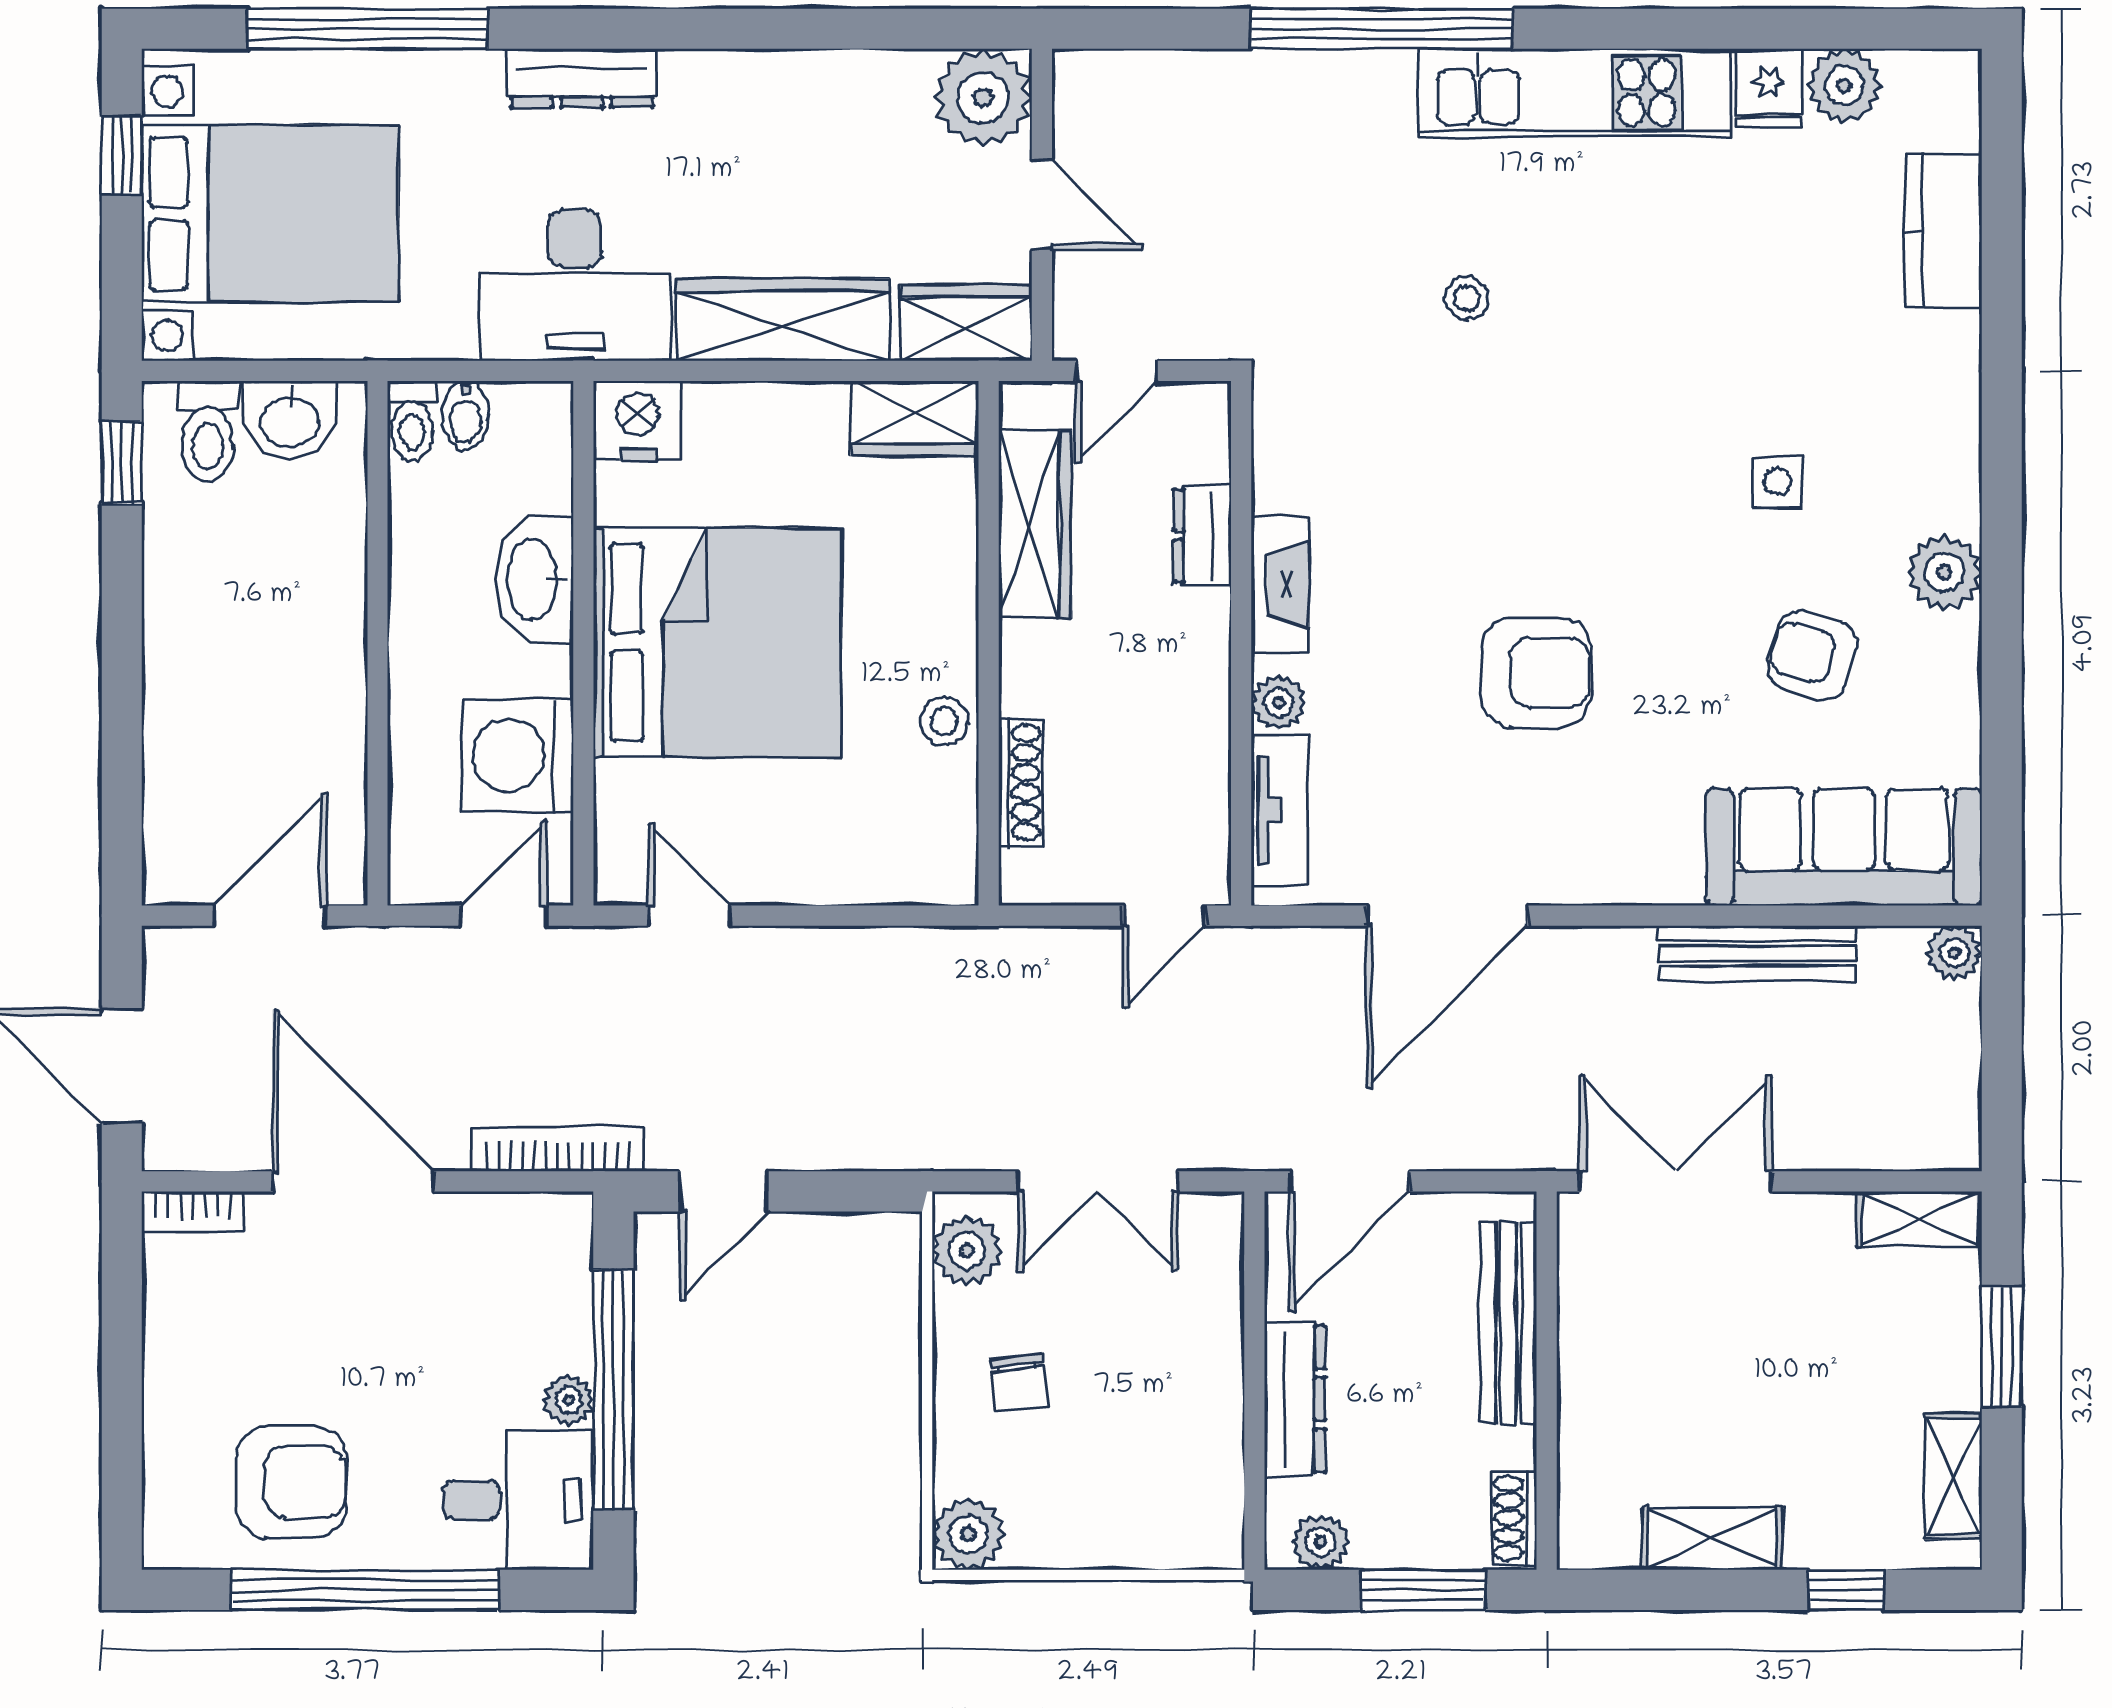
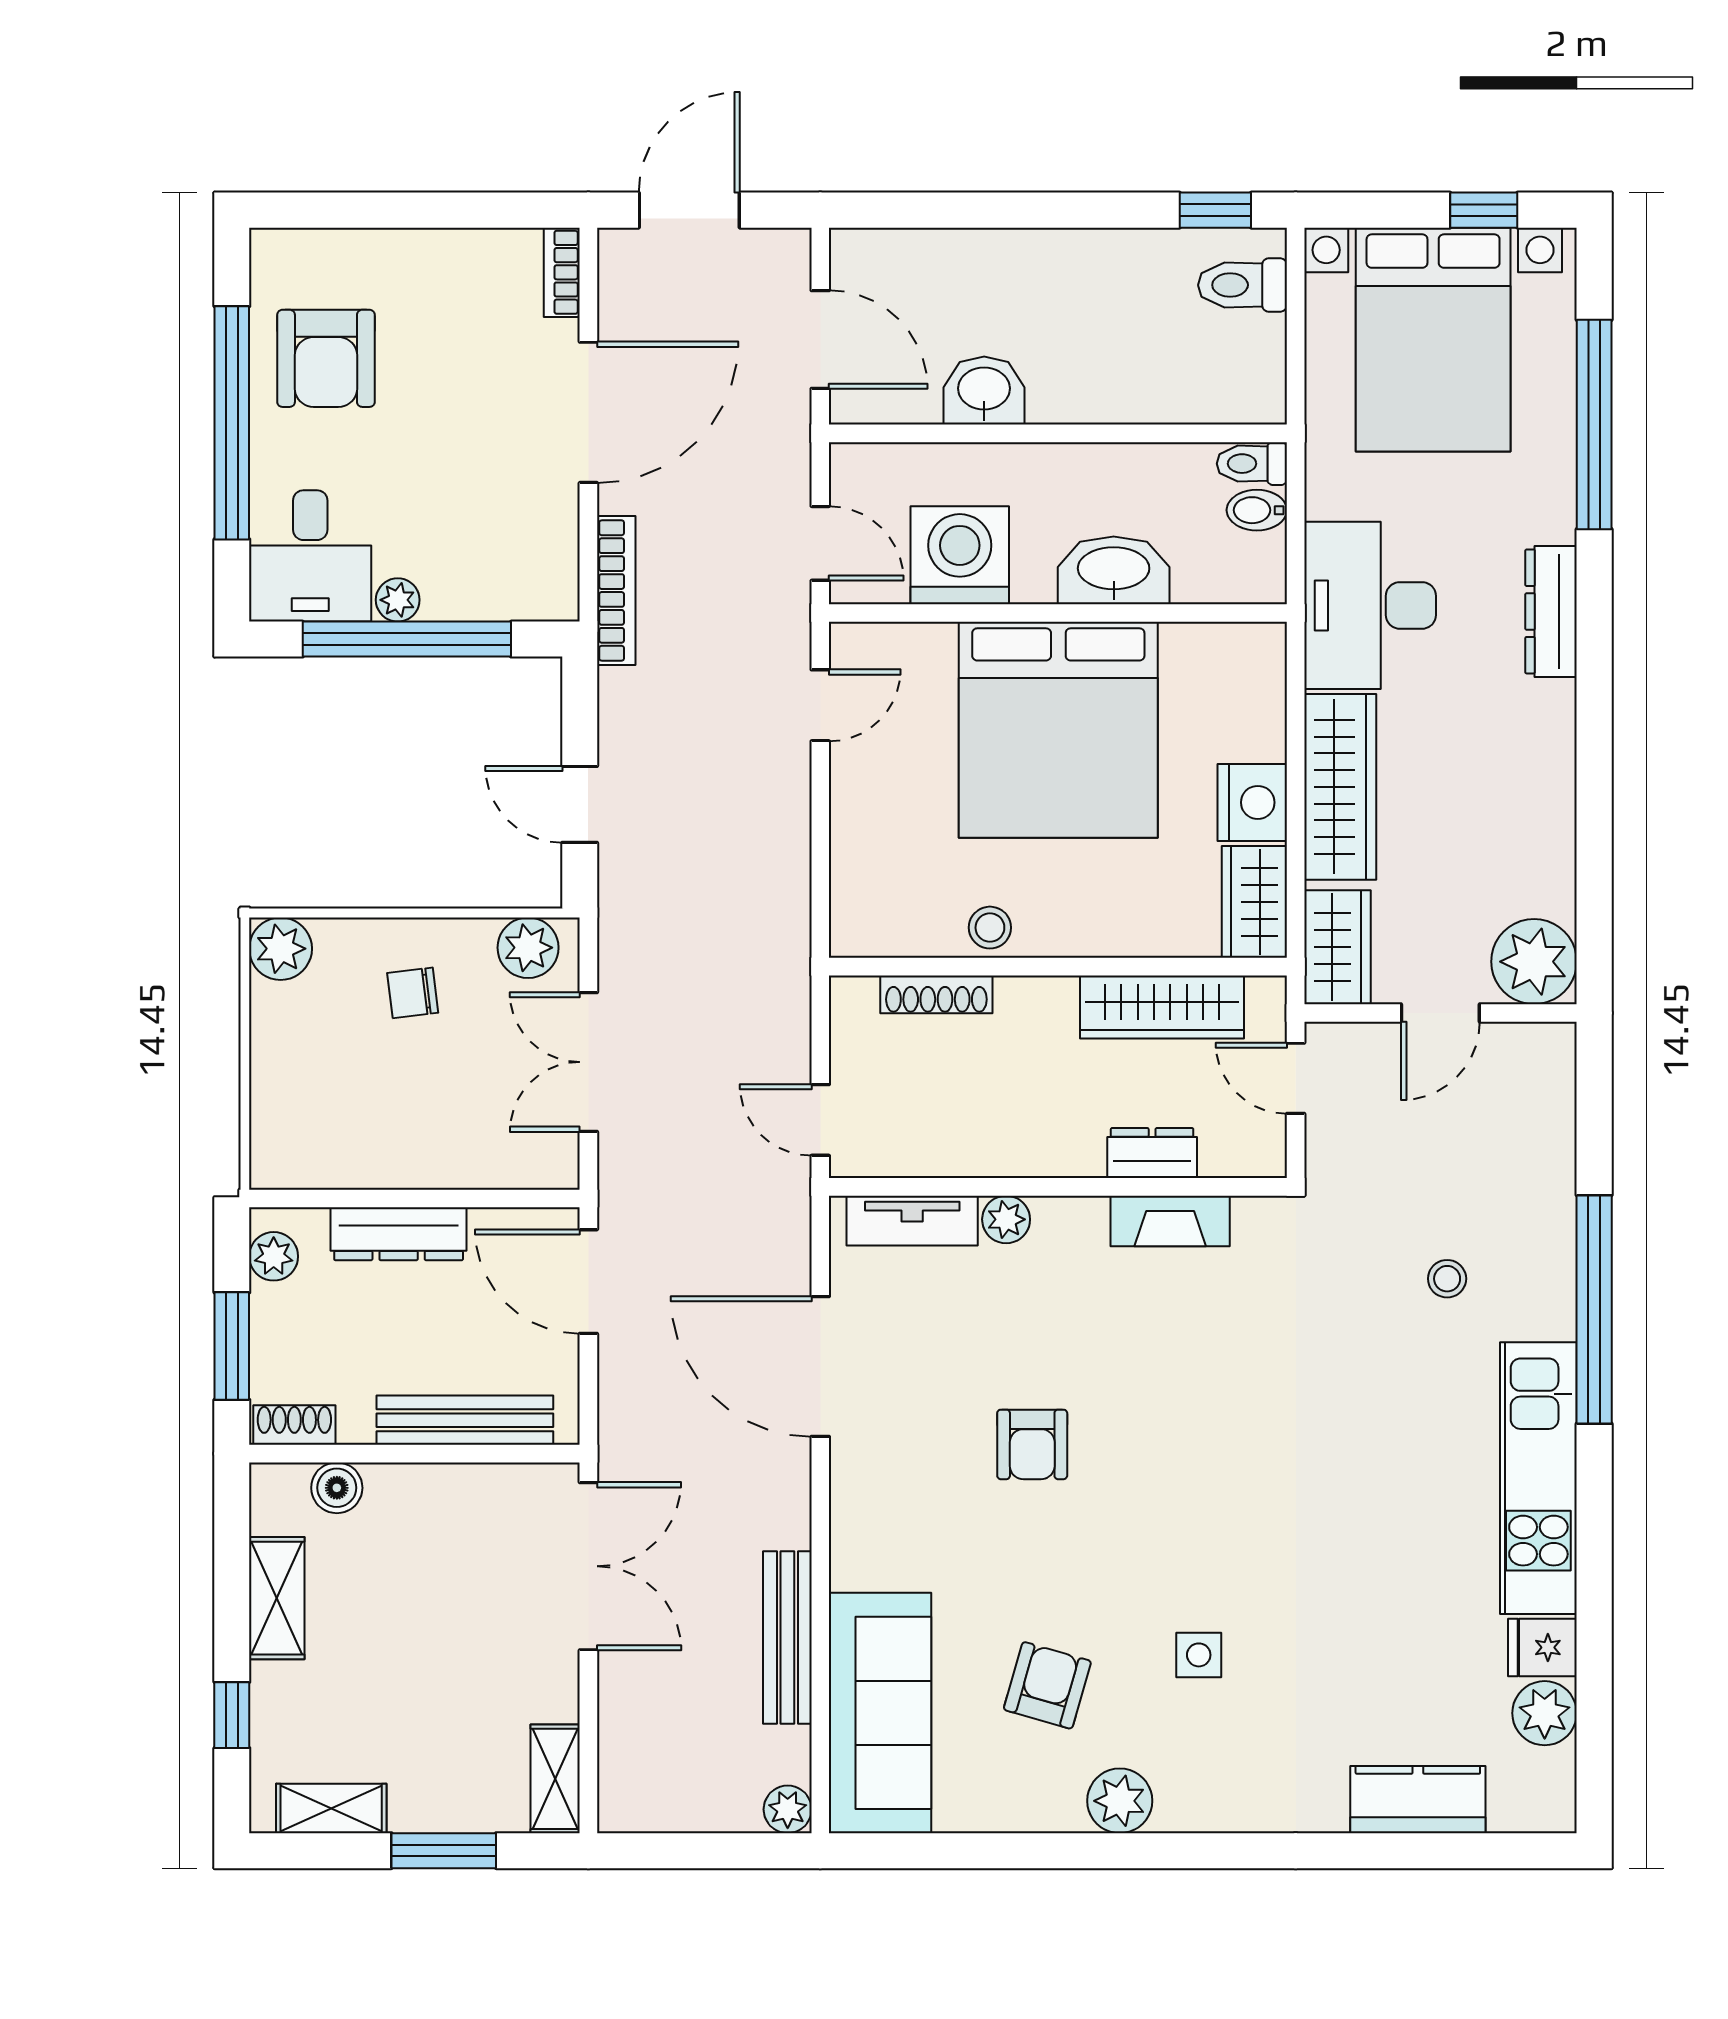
stool: (1467, 298) -> (1447, 1279), moved
washbasin: (290, 420) -> (984, 391), moved, turned 90
nightstand: (638, 421) -> (1252, 802), moved
fireplace: (1280, 585) -> (1170, 1221), moved
armchair: (1536, 673) -> (1032, 1444), width x0.72, depth x0.72
door: (724, 1191) -> (580, 804), moved
boiler: (1586, 1470) -> (337, 1488), added

